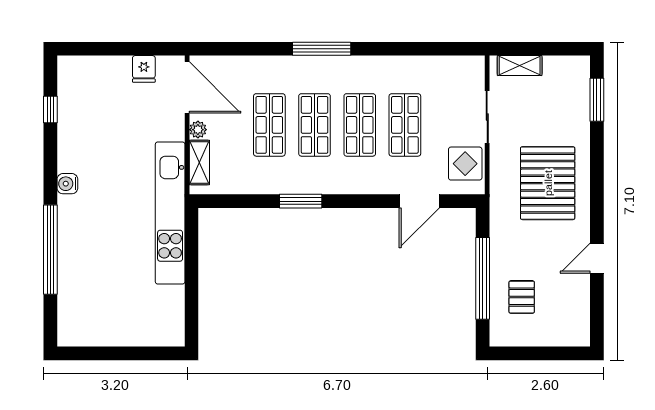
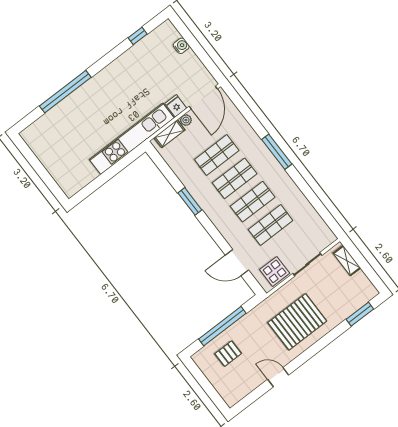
fridge: (144, 69) -> (176, 106), moved, turned 90
water cooler: (67, 184) -> (181, 46), moved, turned 90

